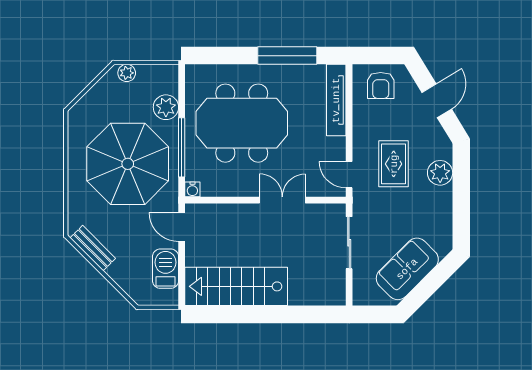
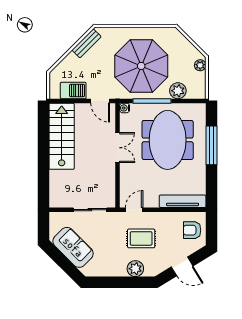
window: (287, 56) -> (211, 145), moved
double door: (282, 200) -> (118, 148), moved
door: (182, 227) -> (100, 101), swing flipped

